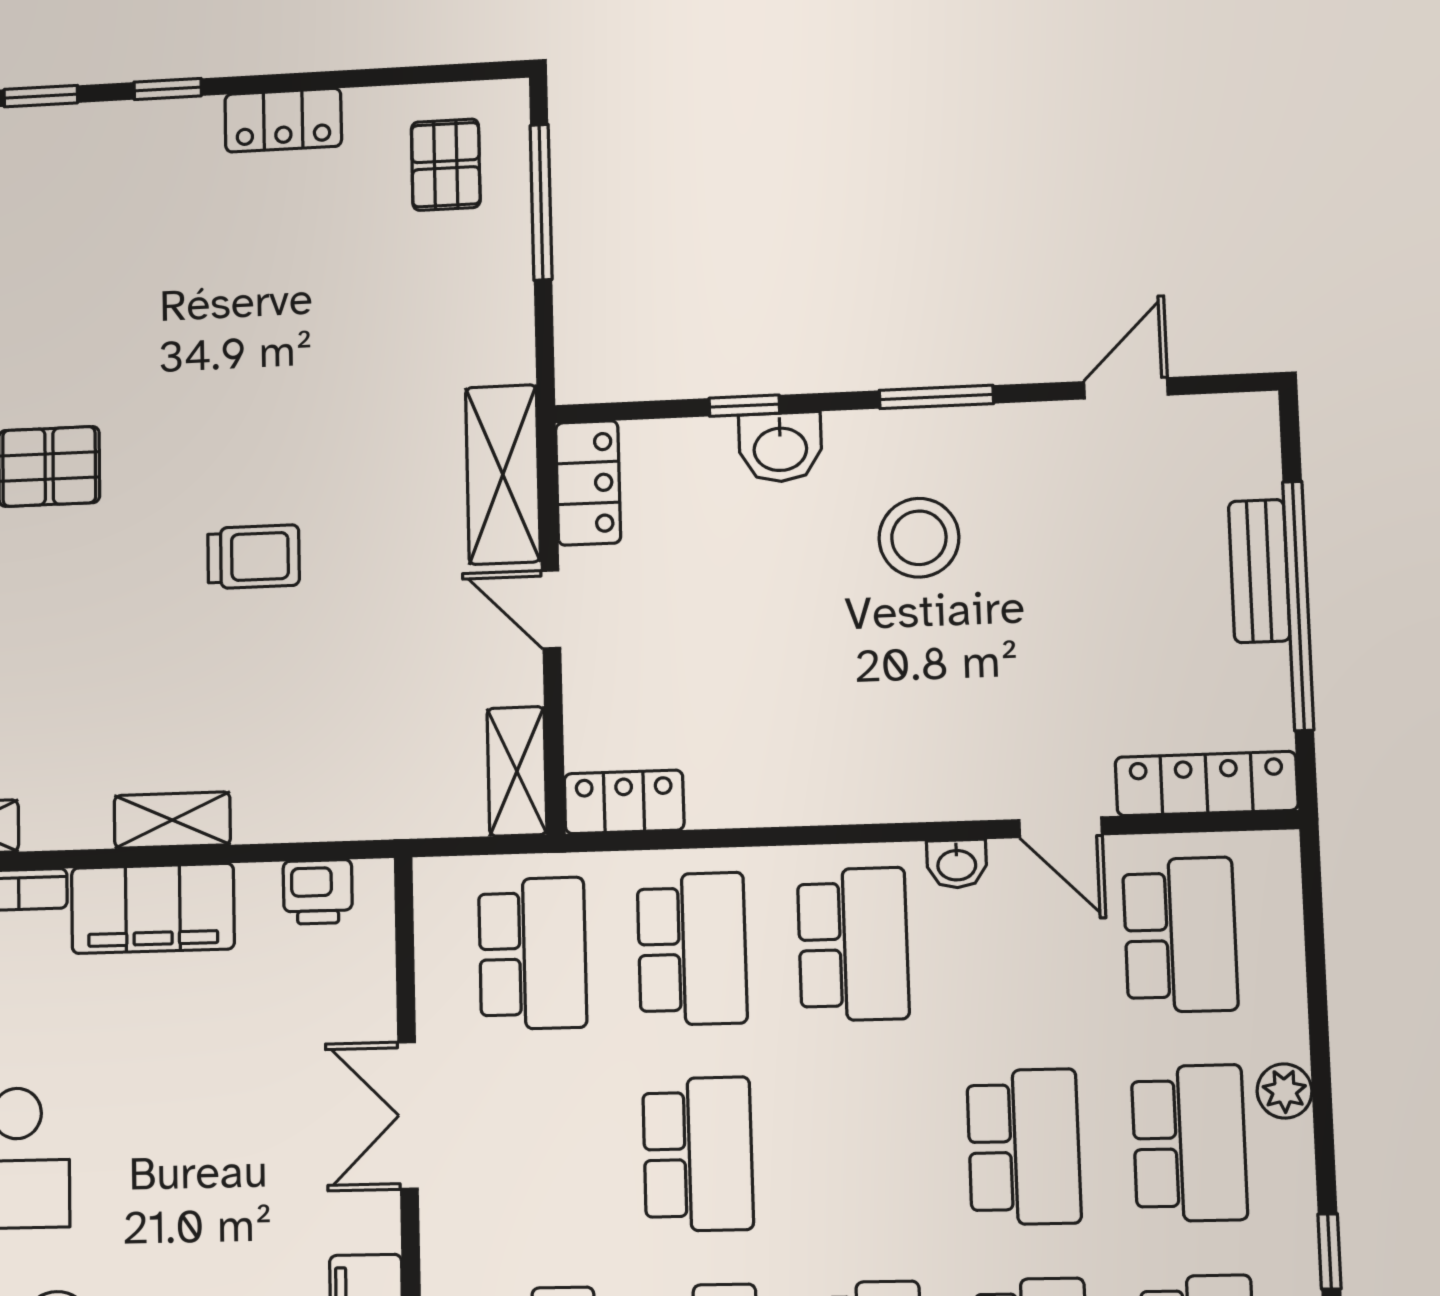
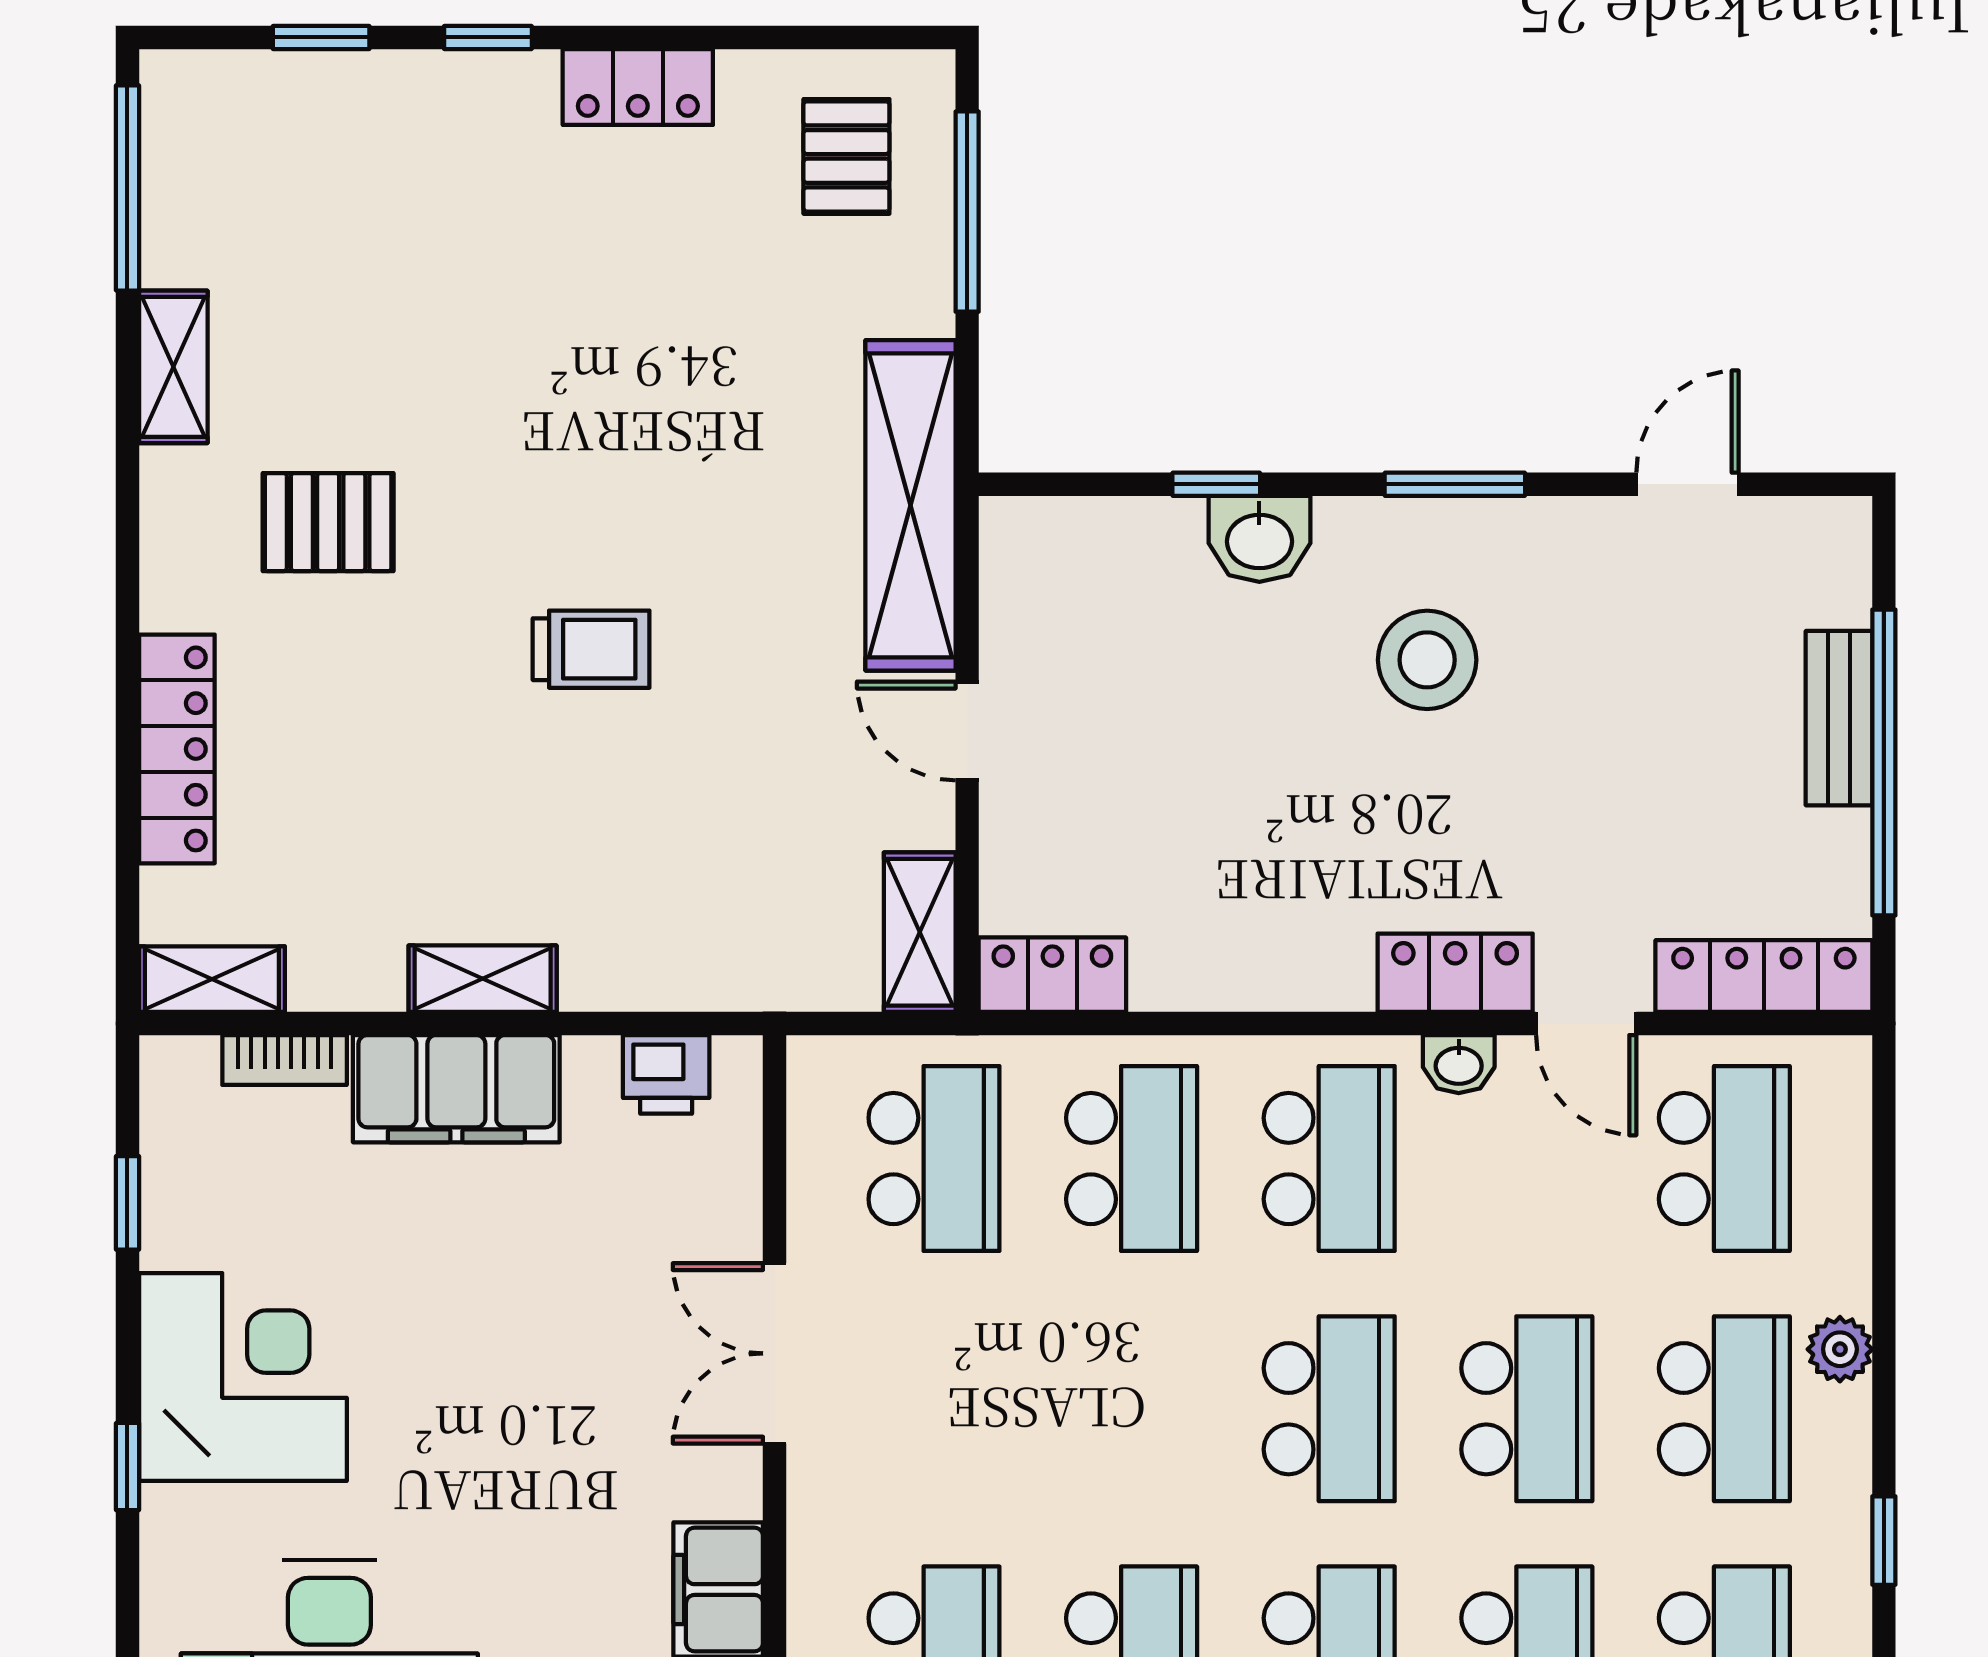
shelving: (503, 474) -> (911, 505), width x1.47
locker: (588, 483) -> (1455, 973), moved, turned -90
school desk: (698, 1154) -> (1329, 1409), moved

